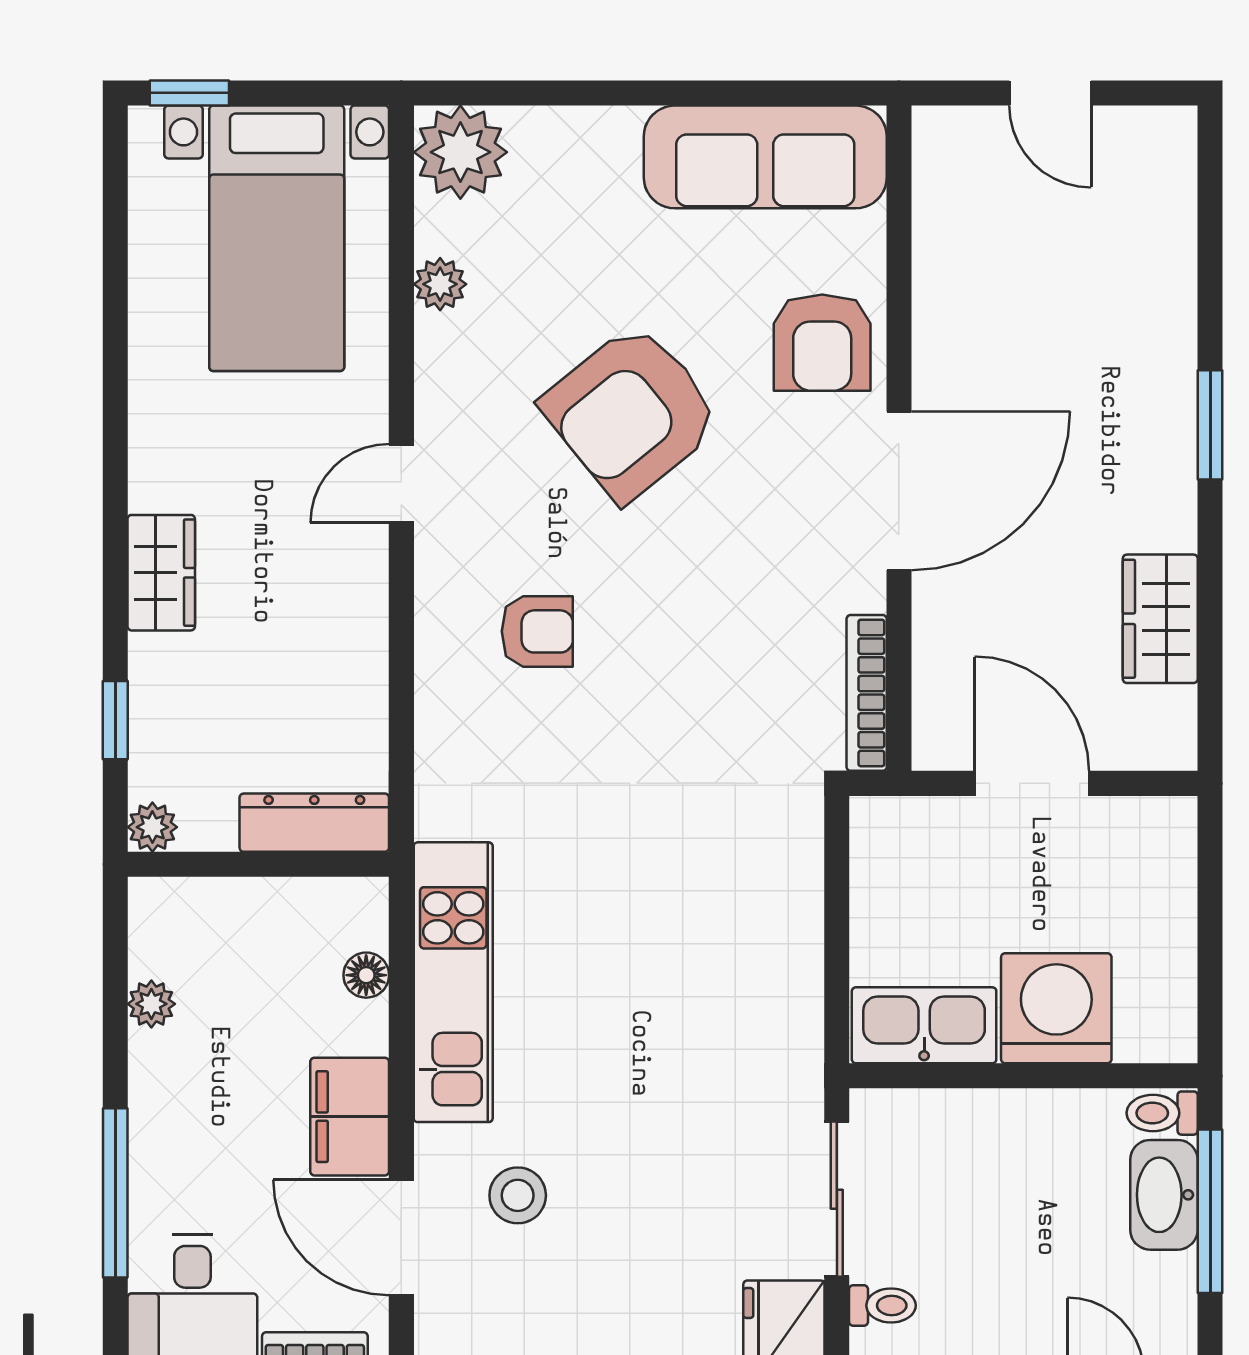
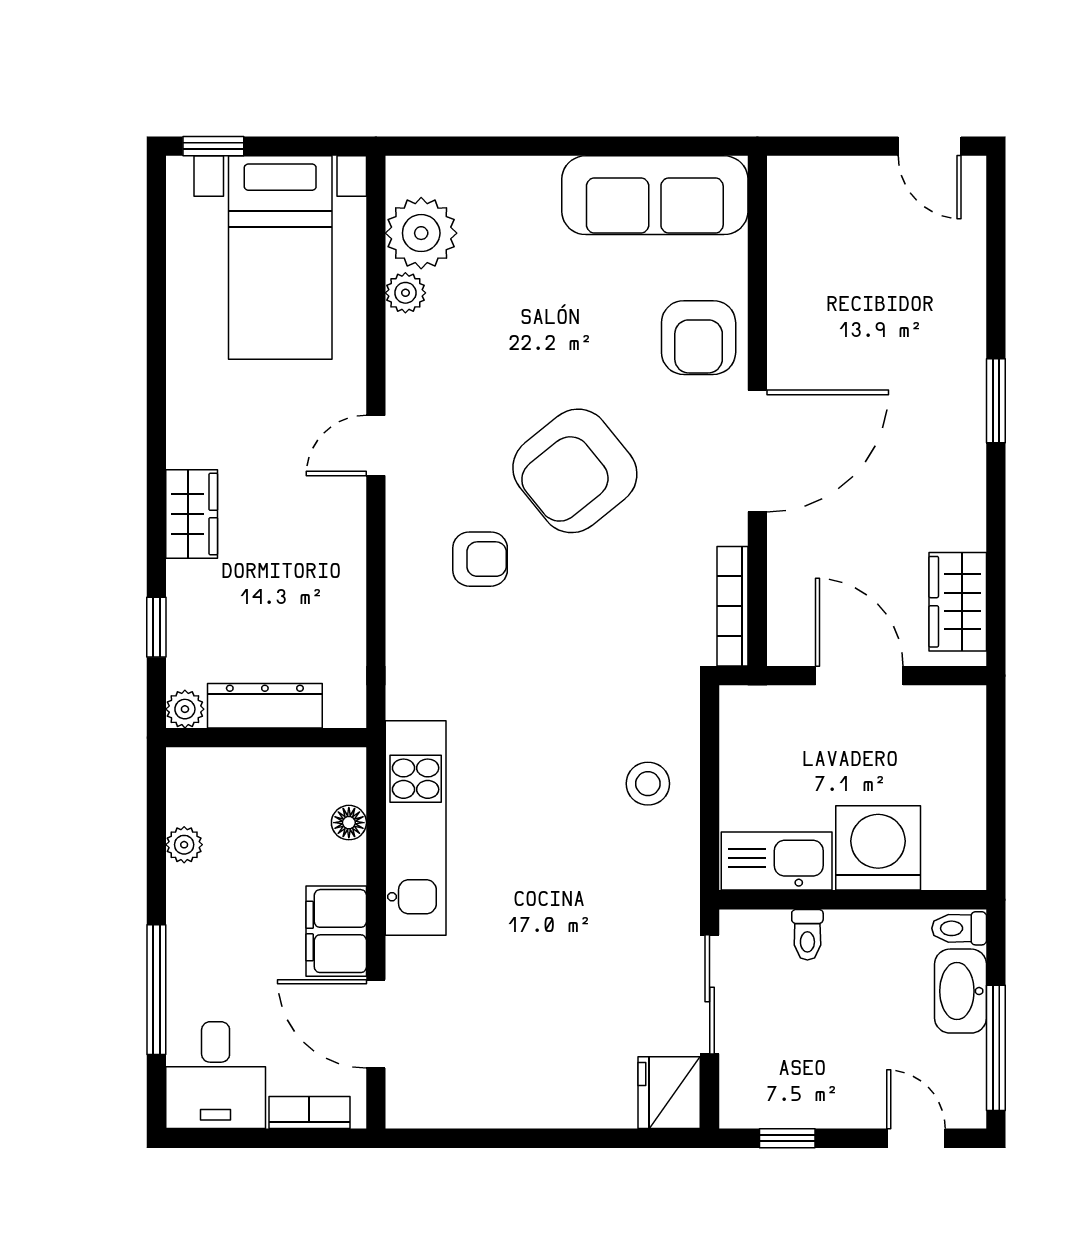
door: (1050, 93) -> (930, 146), moved
plant: (460, 152) -> (421, 233), moved
armchair: (631, 412) -> (575, 471), moved
wardrobe: (1160, 619) -> (958, 602), moved
dresser: (314, 823) -> (265, 706), moved
stool: (518, 1195) -> (648, 784), moved
window: (1210, 1211) -> (996, 1048), moved
toilet: (882, 1305) -> (807, 935), moved, turned 90

